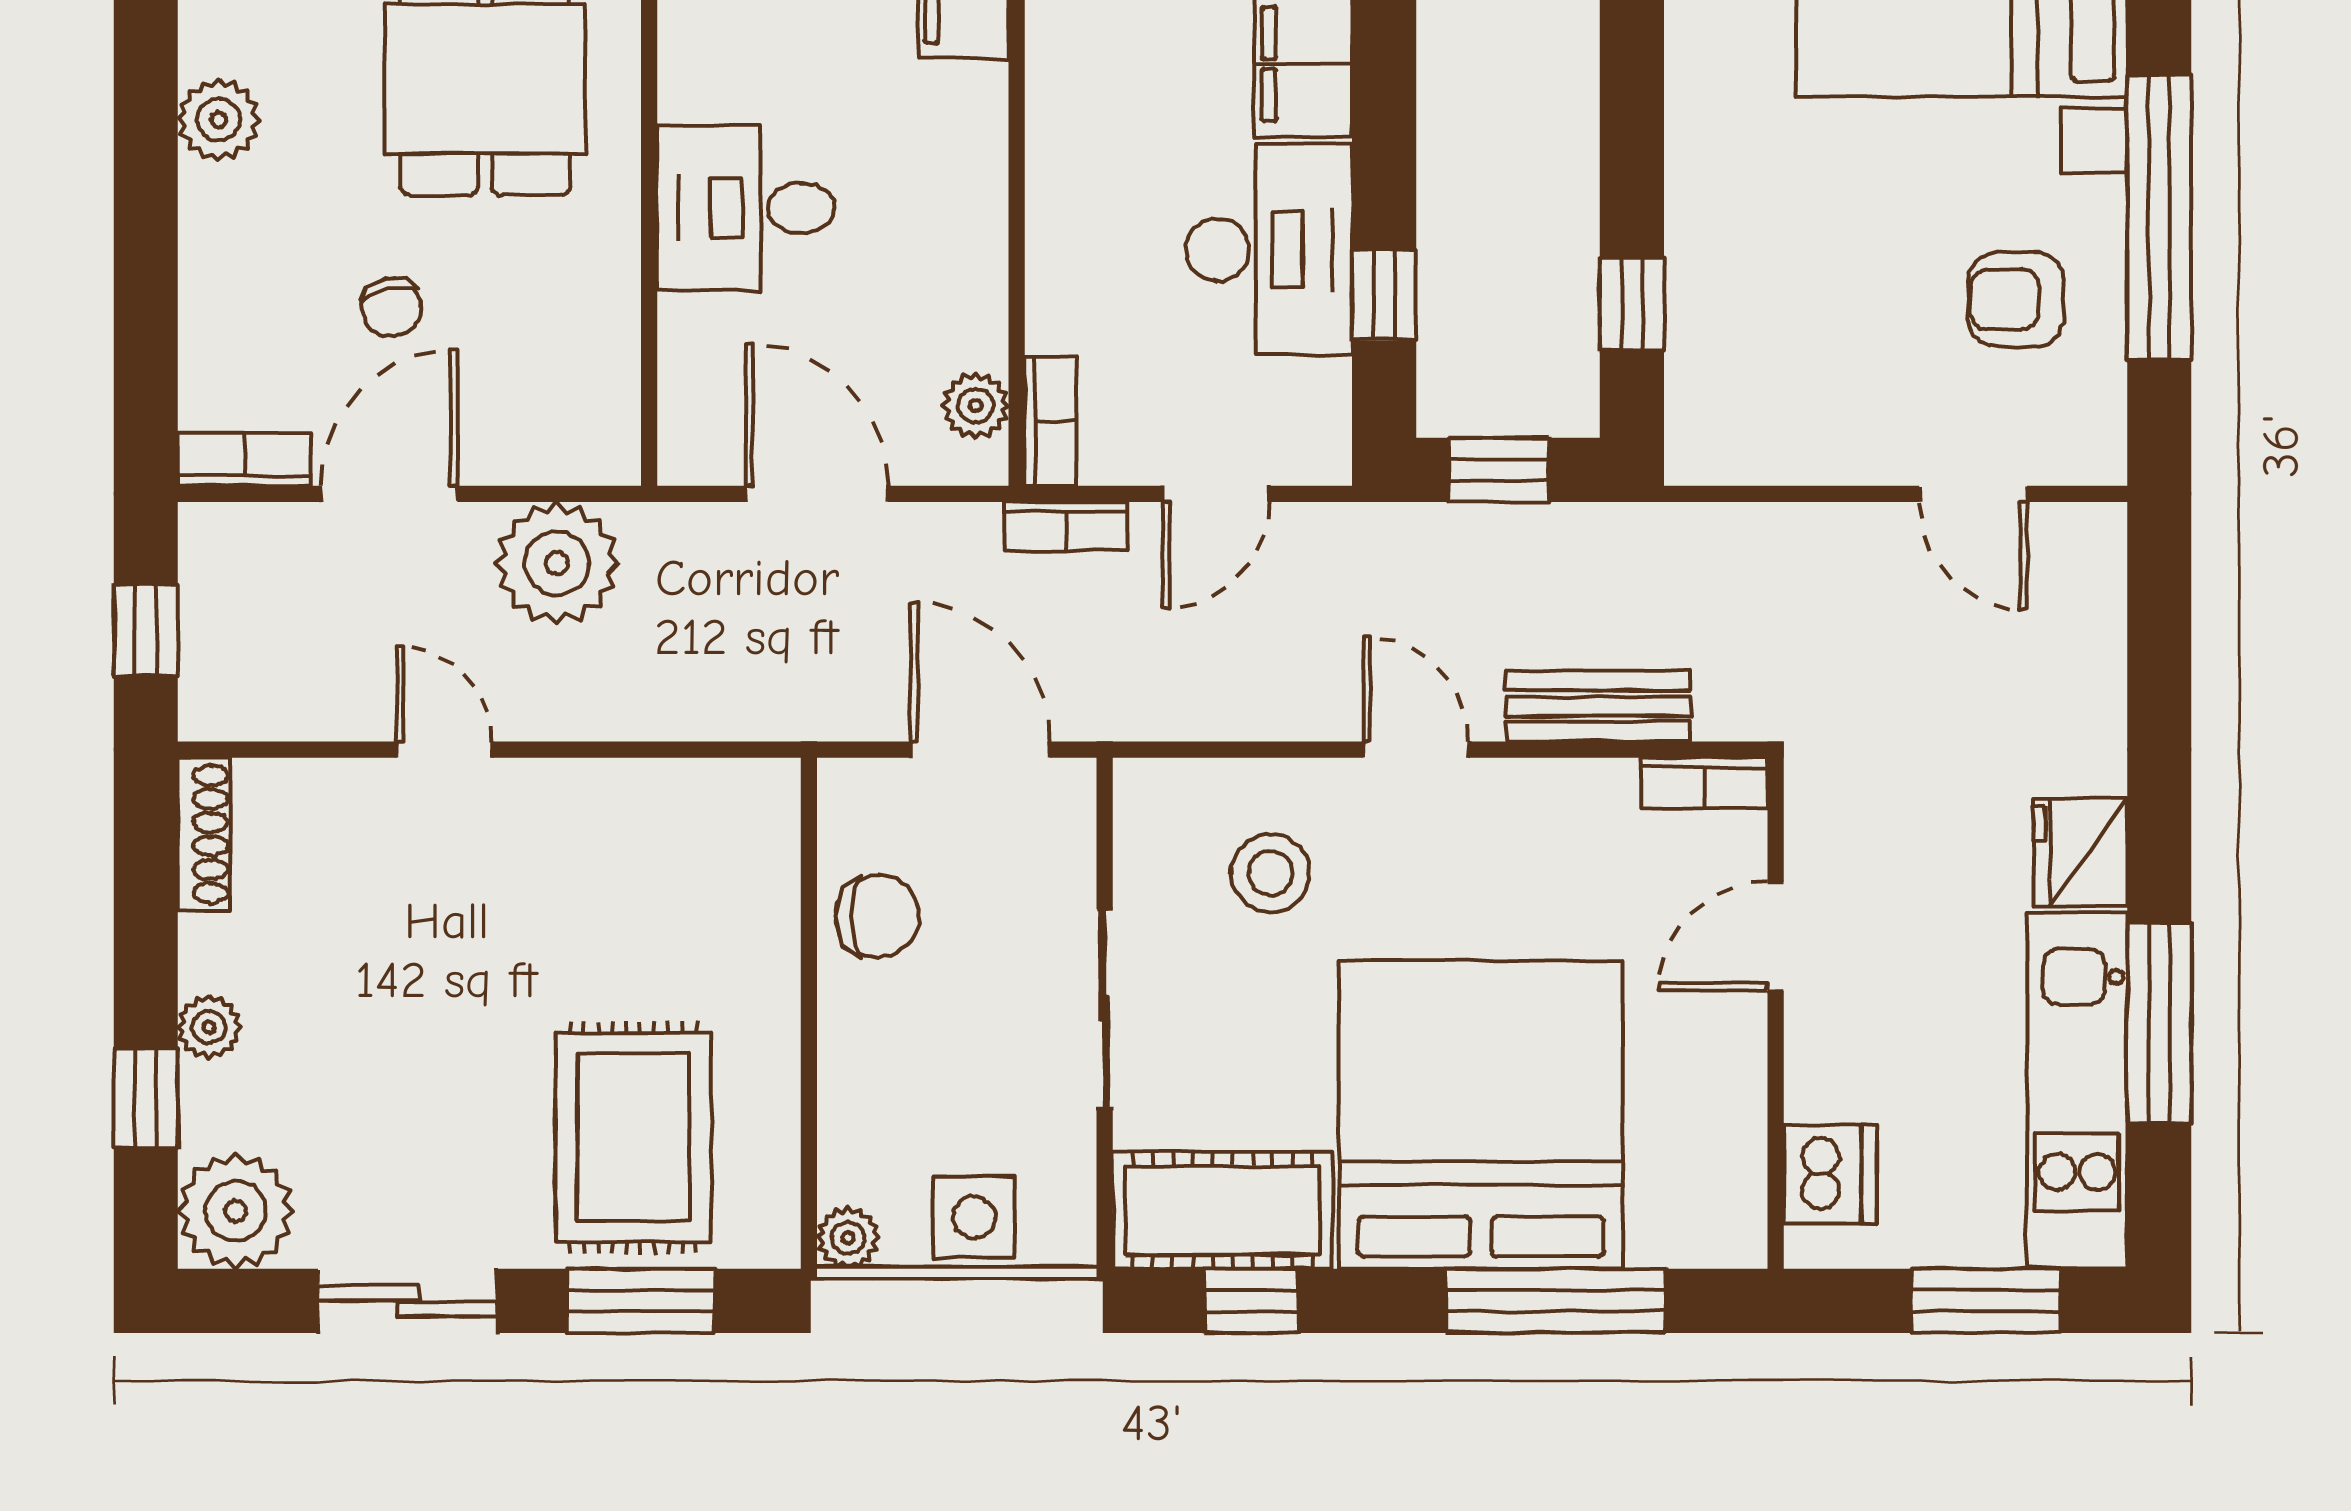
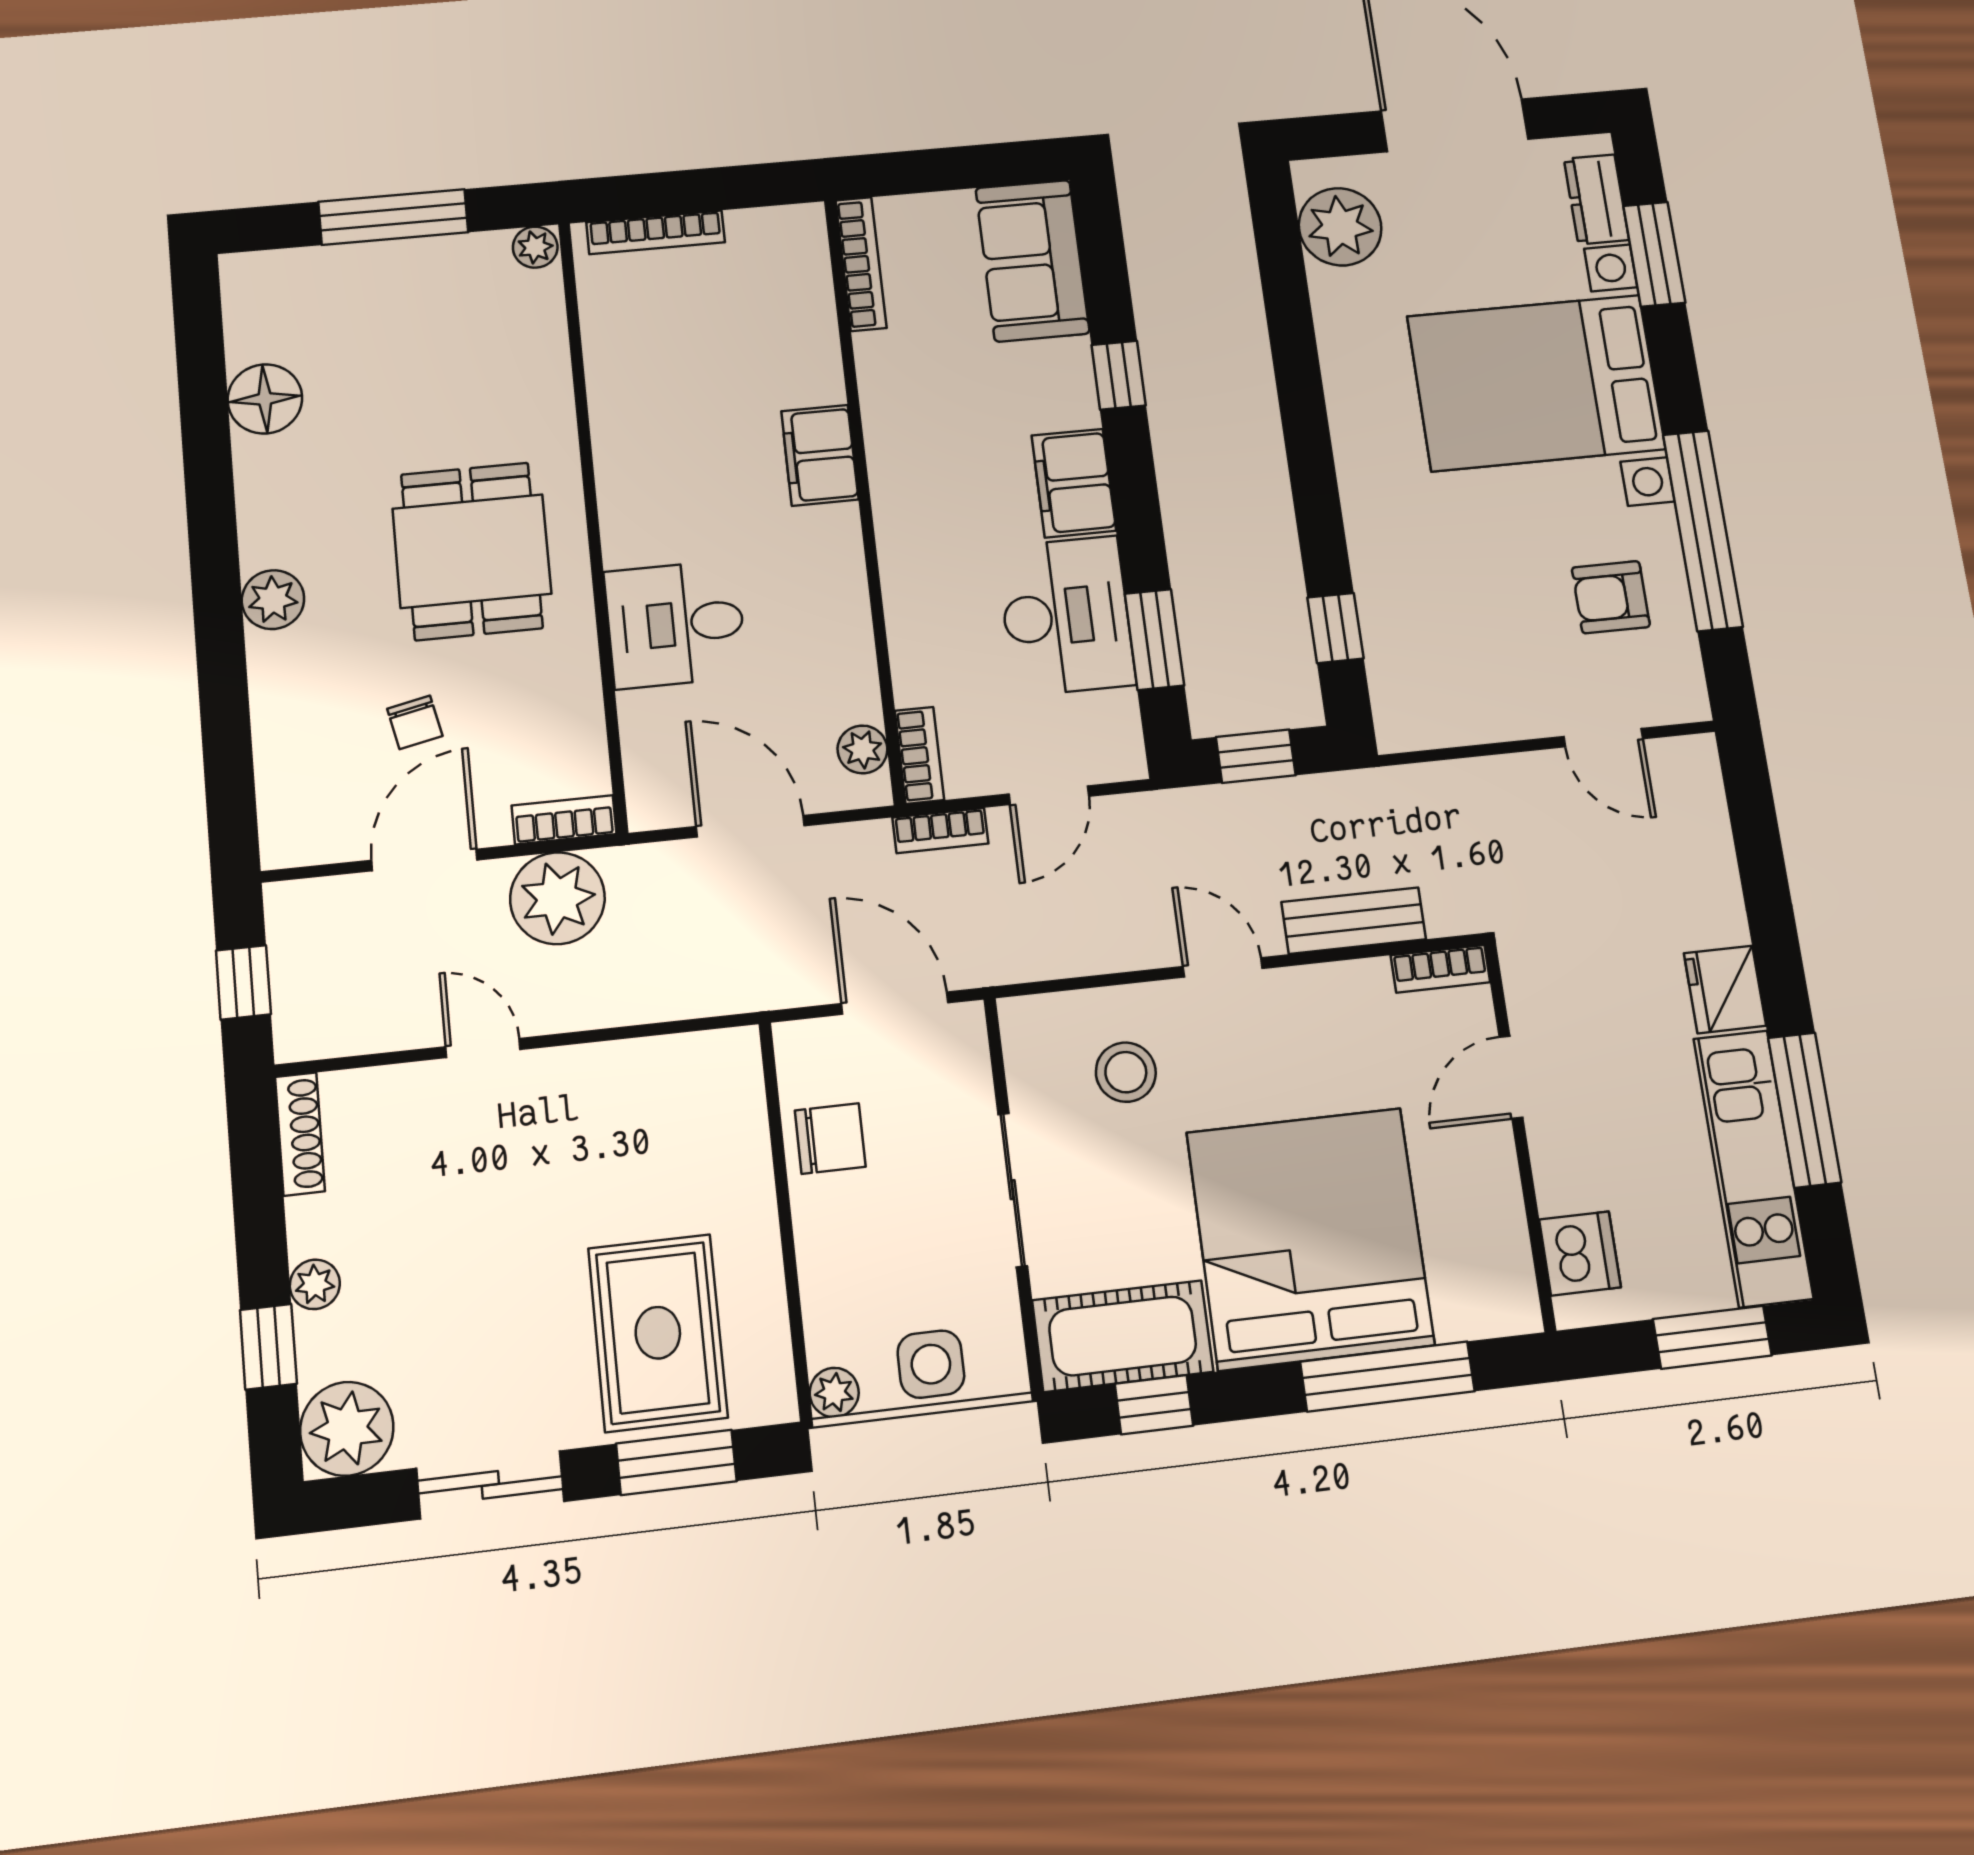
window: (1384, 295) -> (1154, 640), width x1.50
bookcase: (244, 459) -> (564, 820), moved

